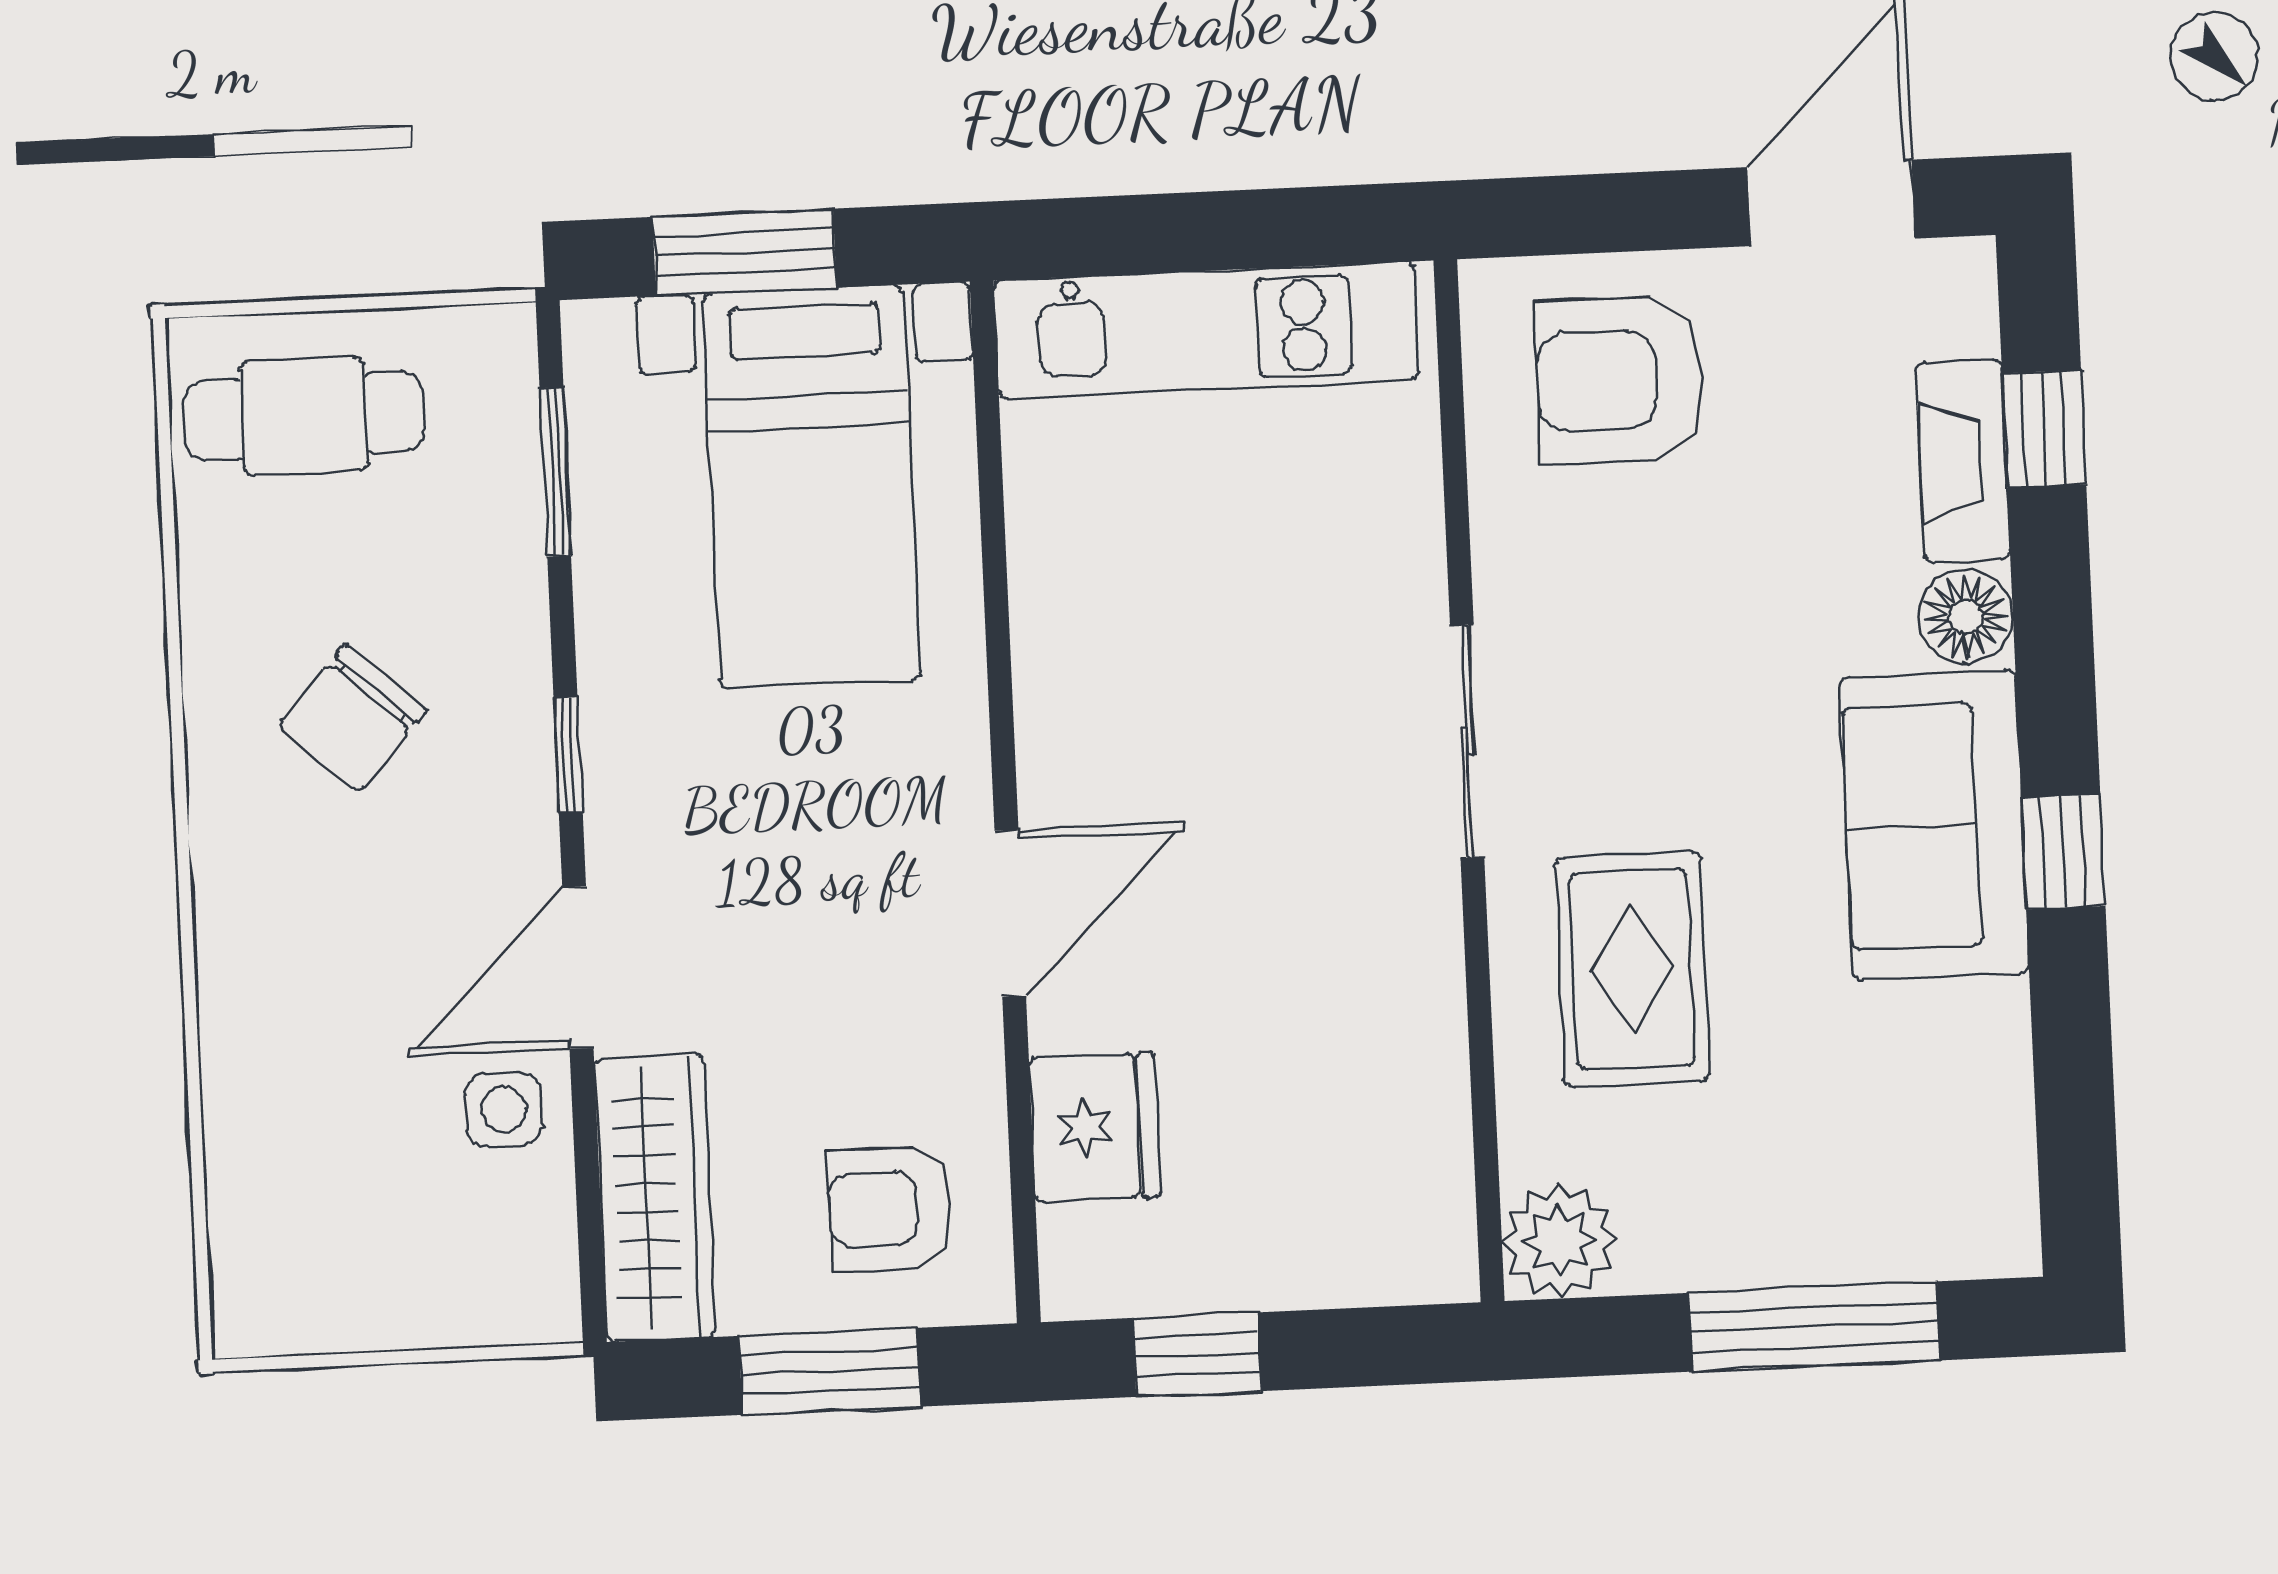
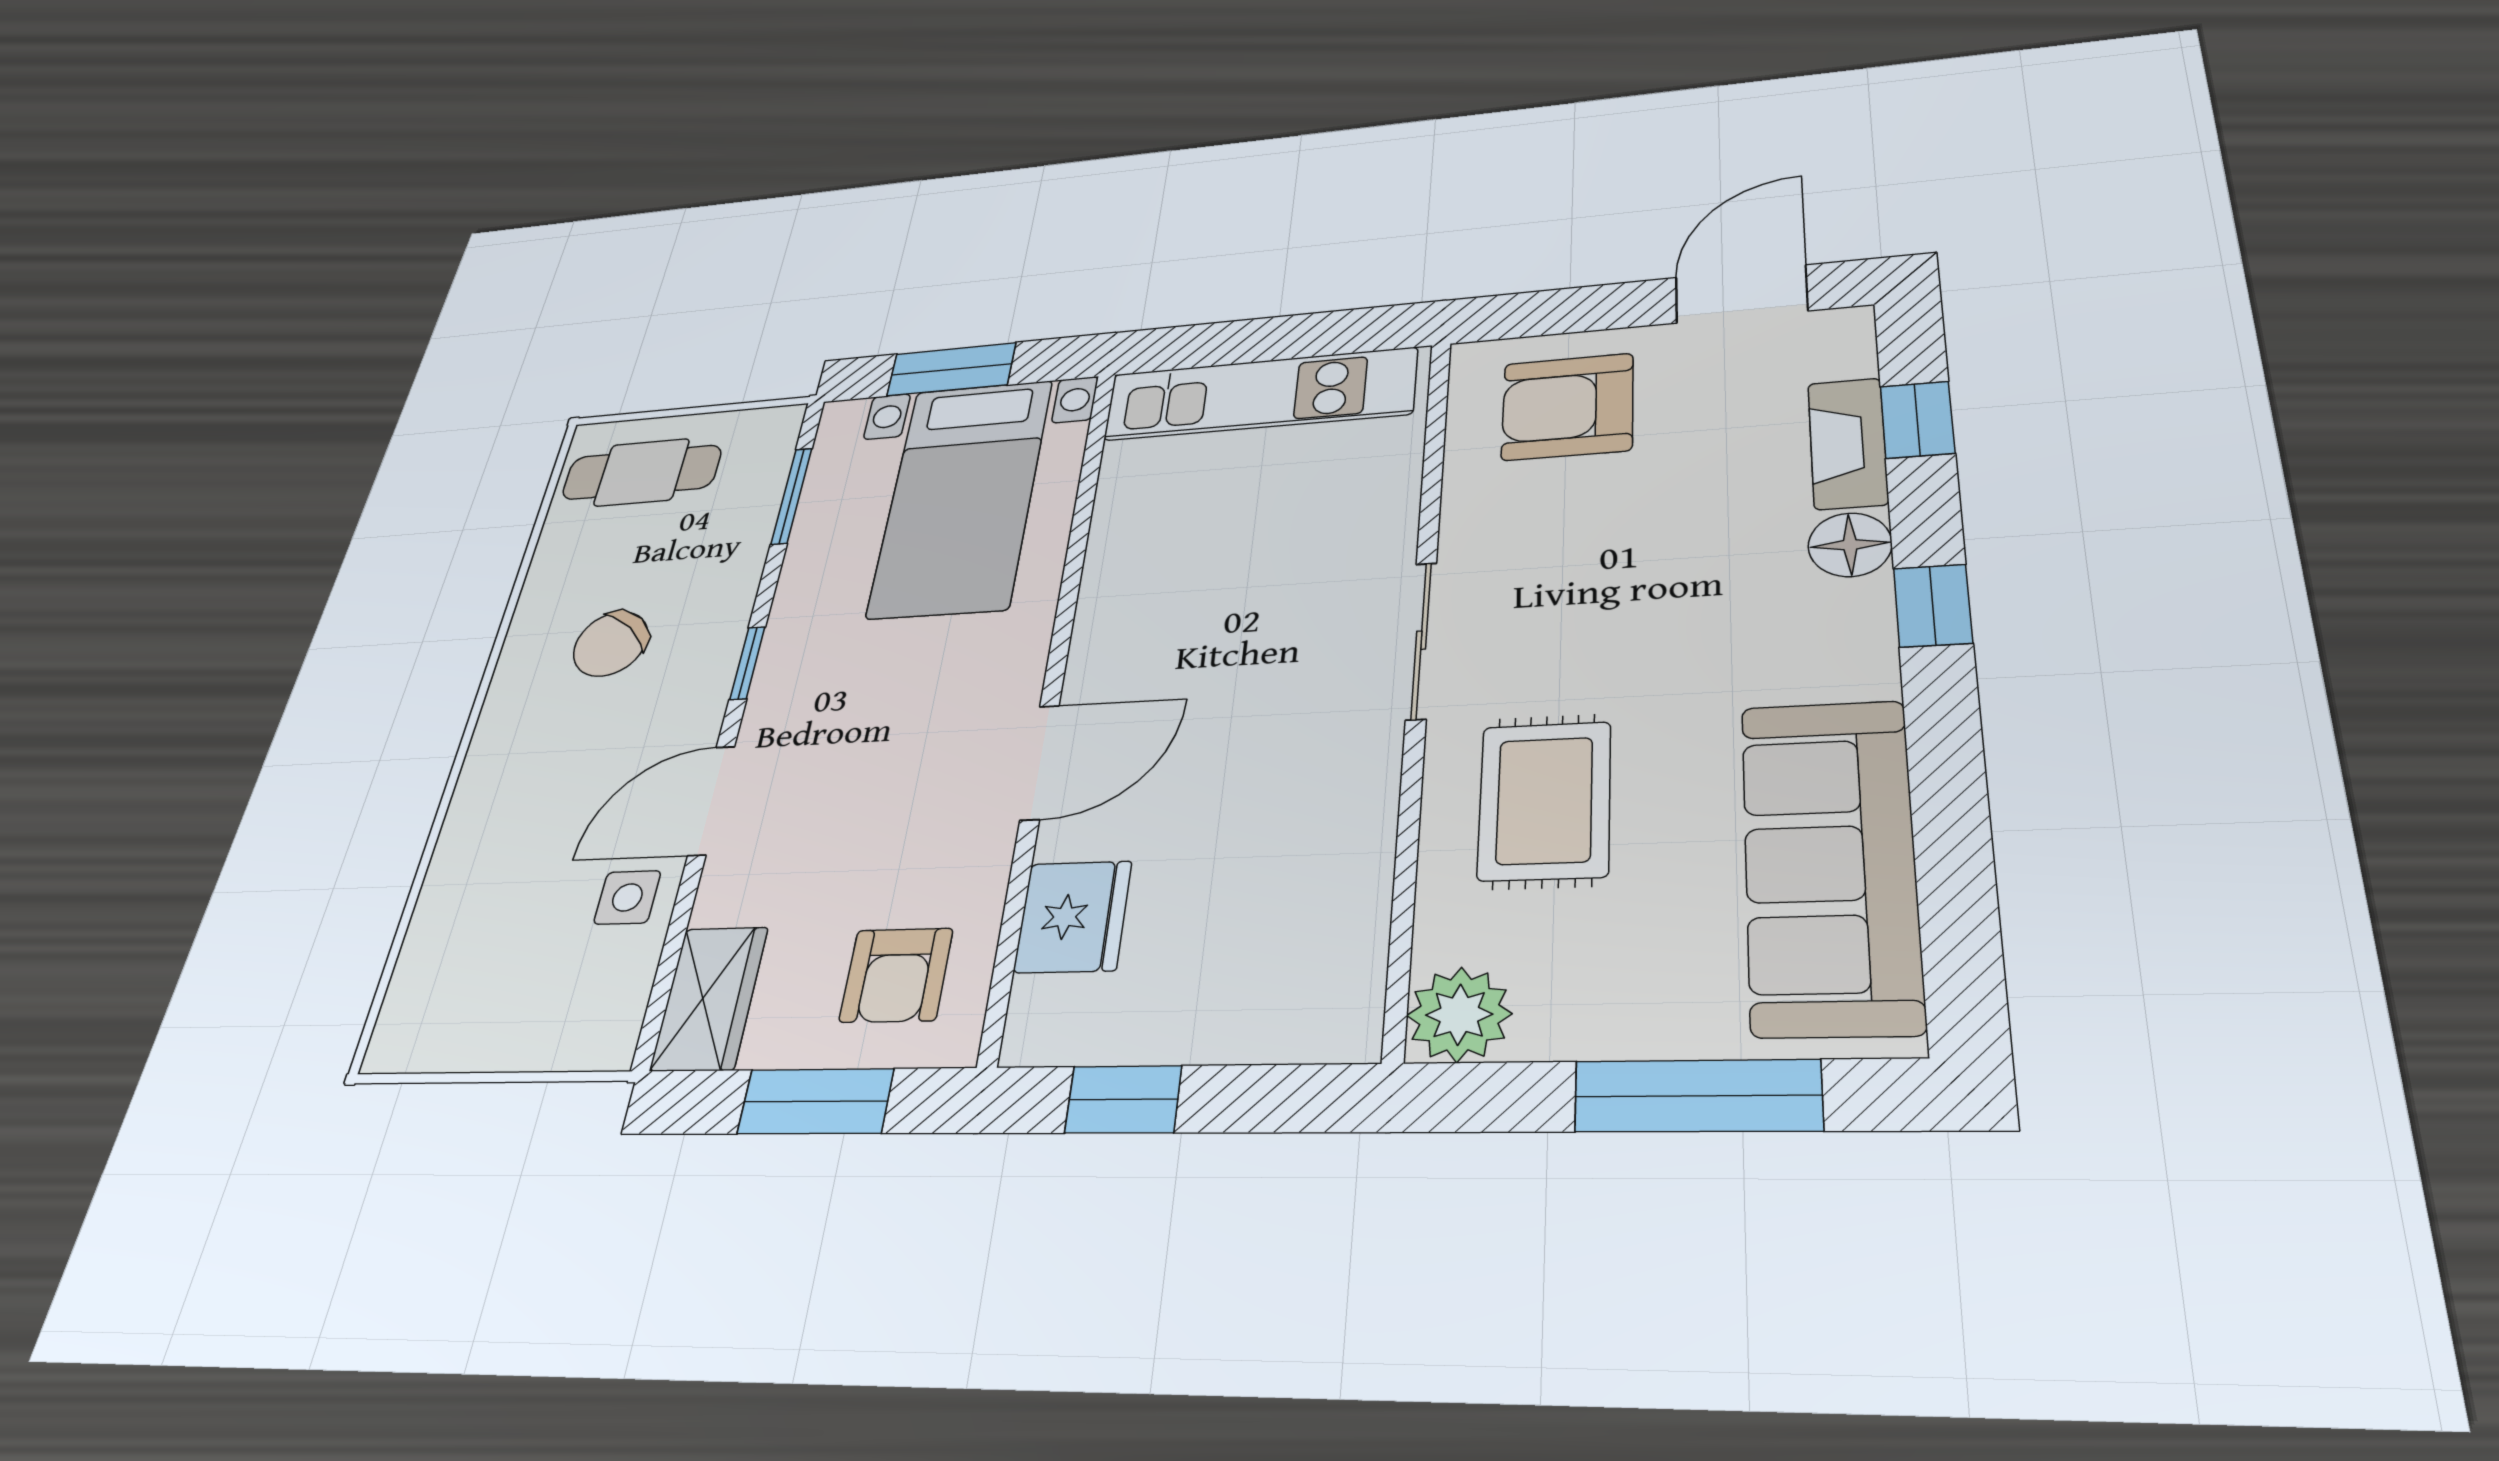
sofa: (1935, 825) -> (1830, 864), moved, width x1.36
window: (2063, 852) -> (1933, 606), moved
wardrobe: (655, 1198) -> (709, 998), width x0.67
armchair: (890, 1208) -> (896, 975), turned -90

